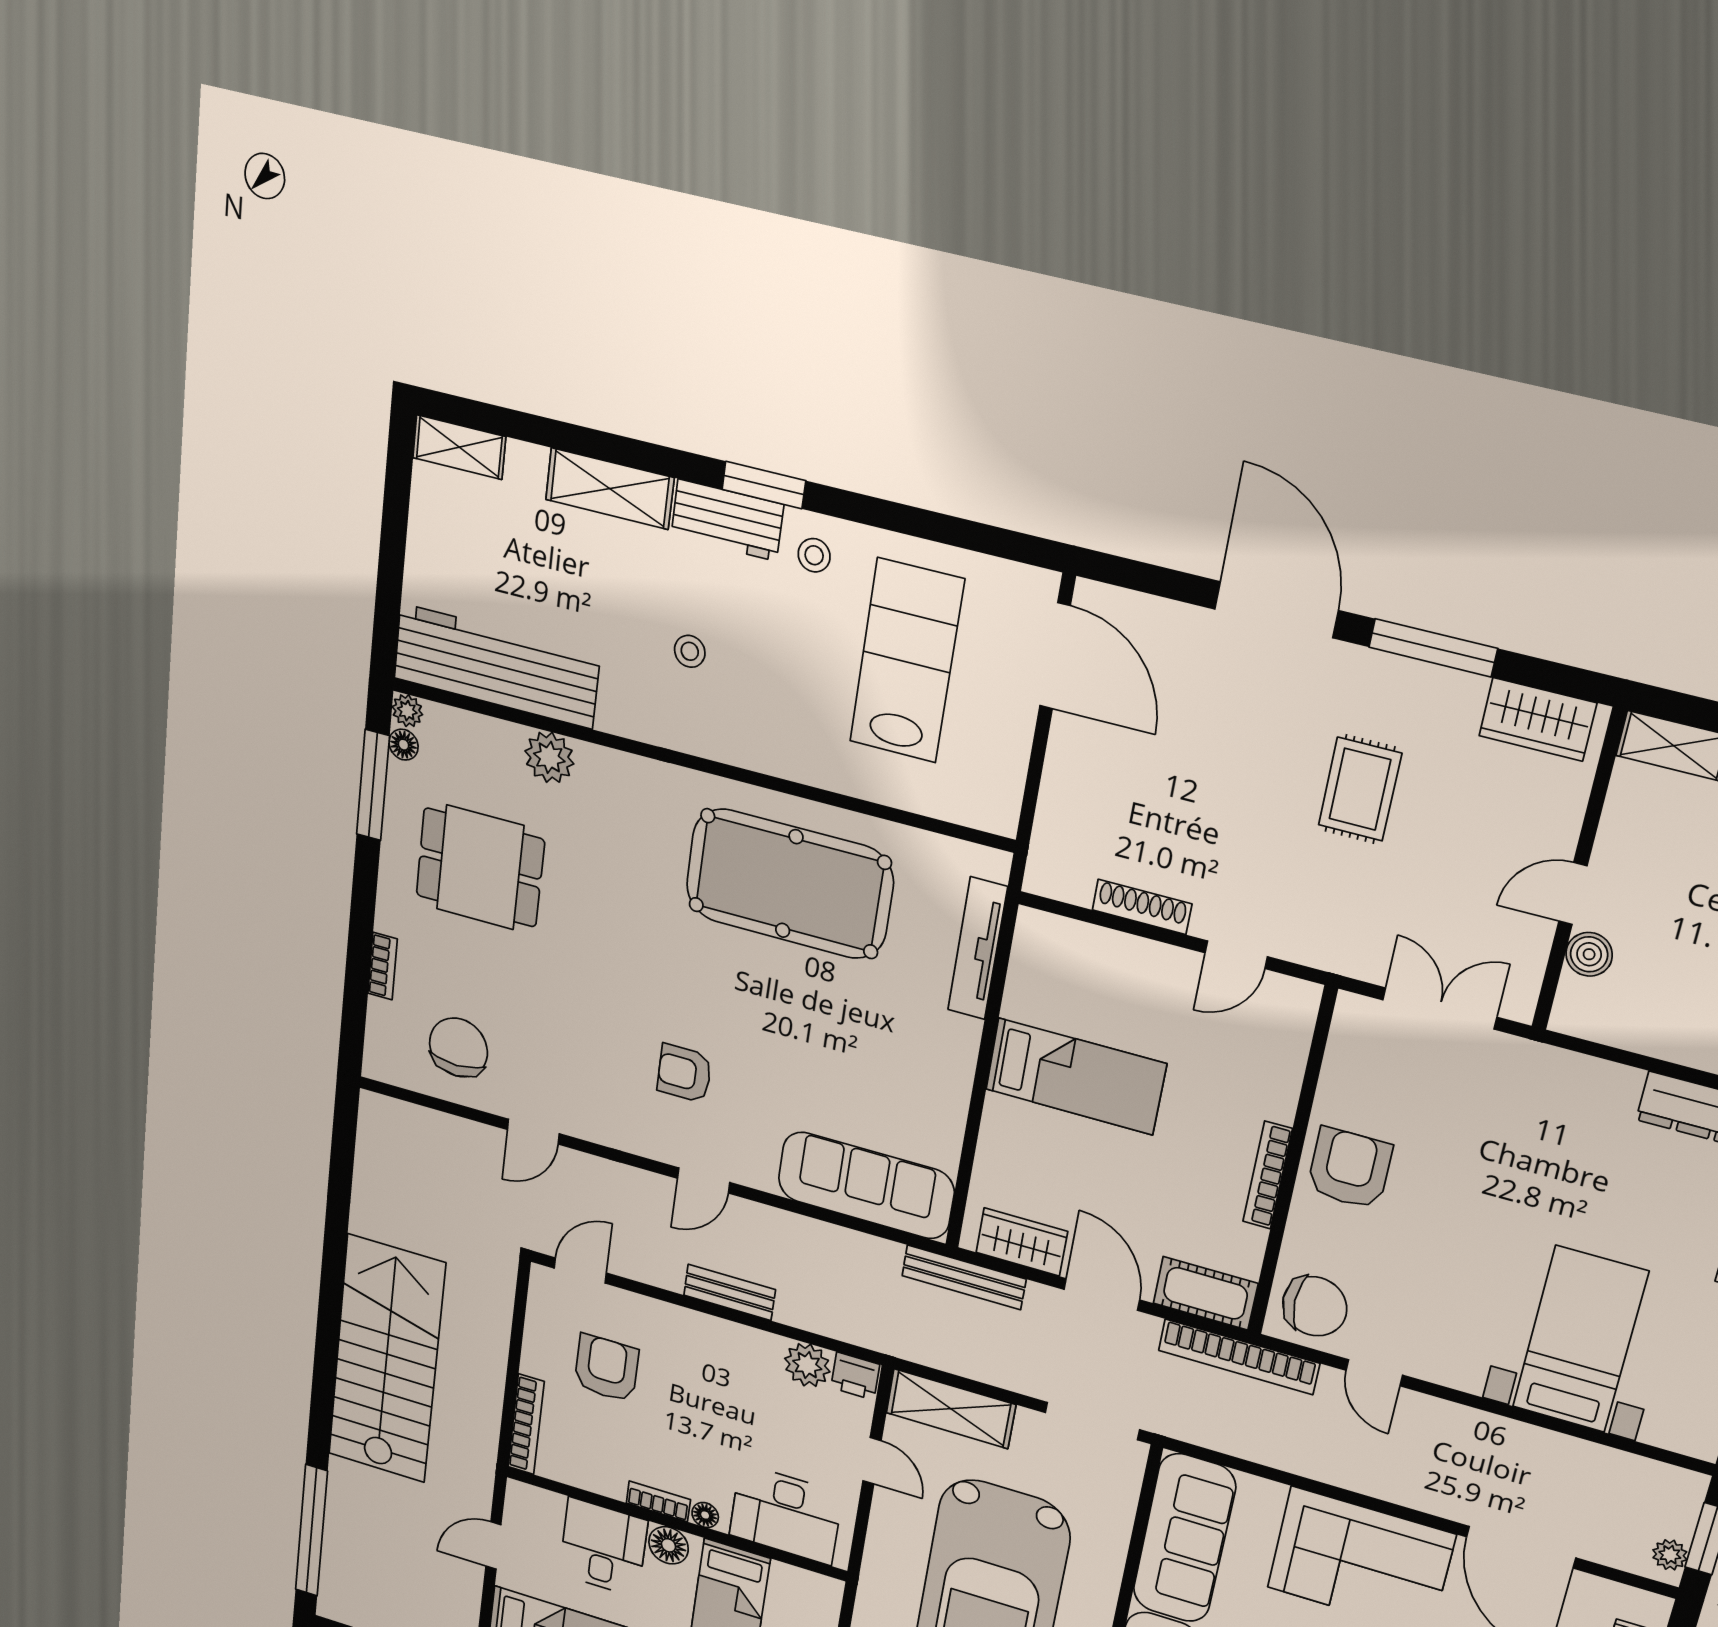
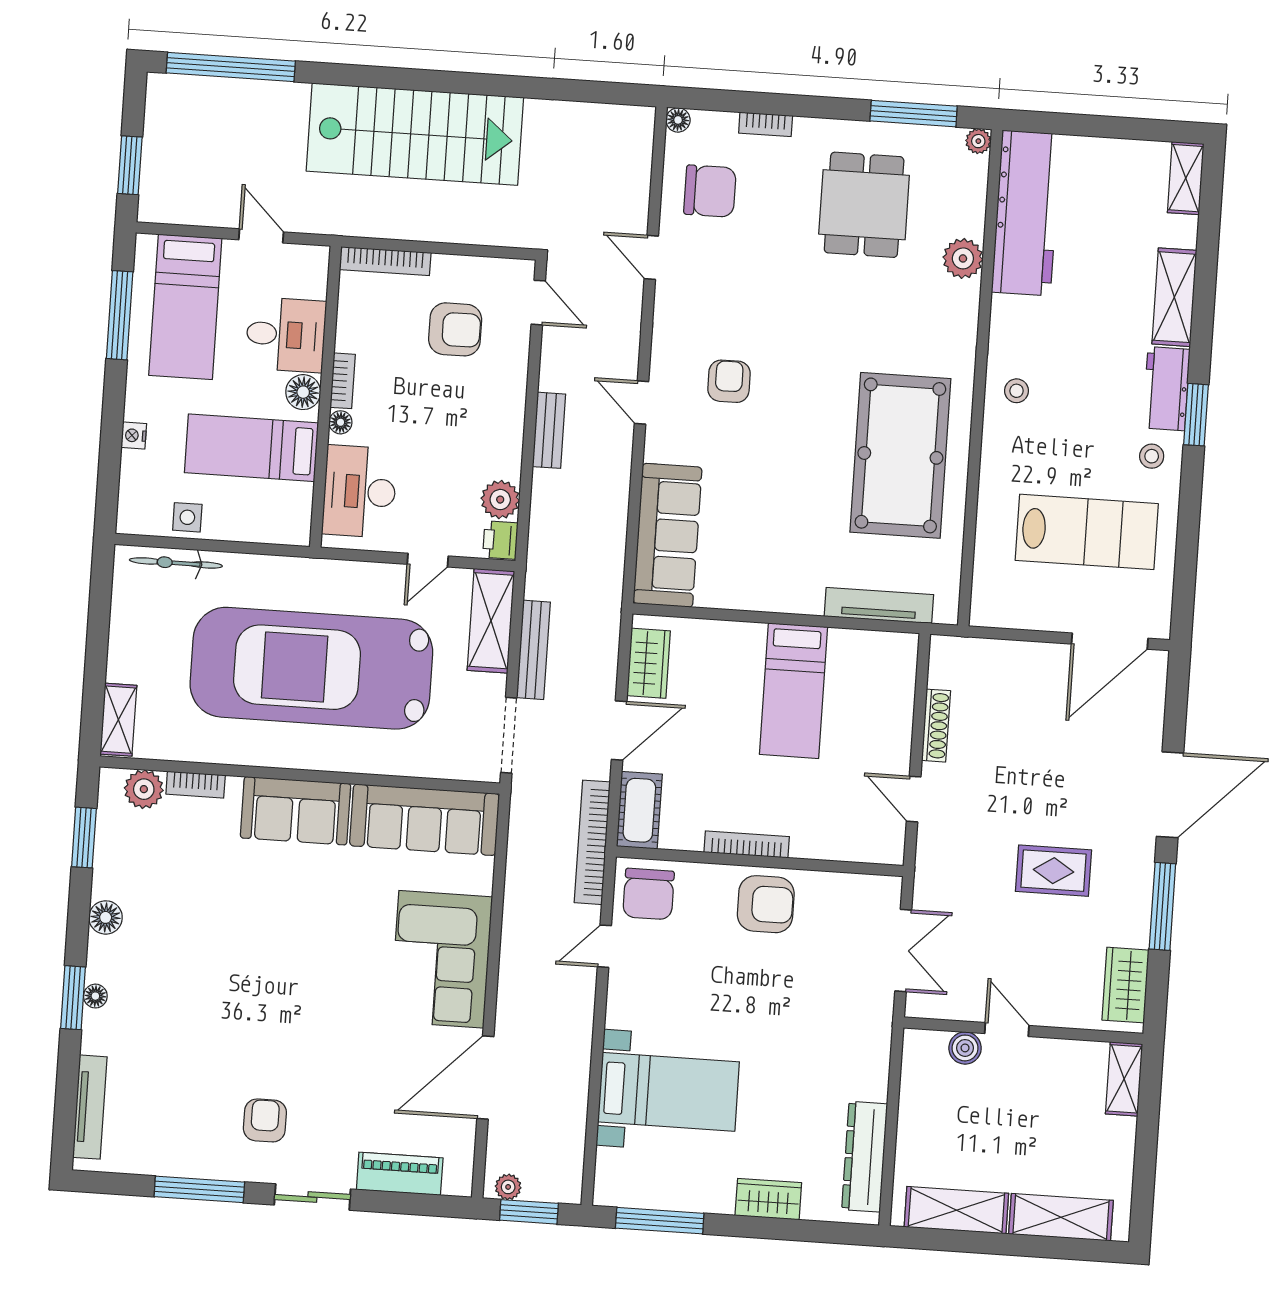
stool: (690, 651) -> (1017, 391), moved
floor lamp: (404, 745) -> (678, 120), moved
bench: (964, 1277) -> (533, 650), moved

